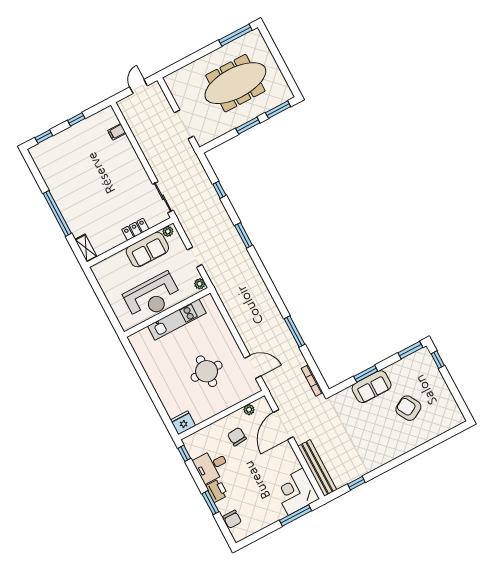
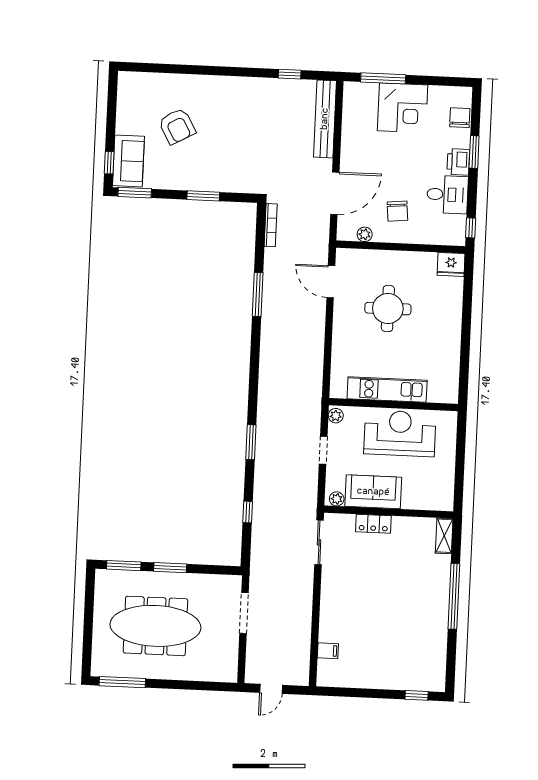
window: (76, 119) -> (367, 693), removed
sofa: (372, 387) -> (128, 161), moved, turned 90
corner desk: (296, 492) -> (403, 108), moved

